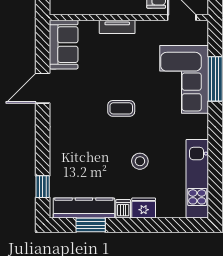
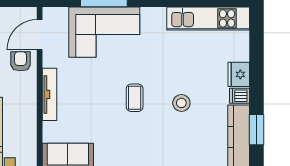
tv unit: (117, 27) -> (49, 94), width x1.41
stool: (140, 161) -> (181, 103), moved

